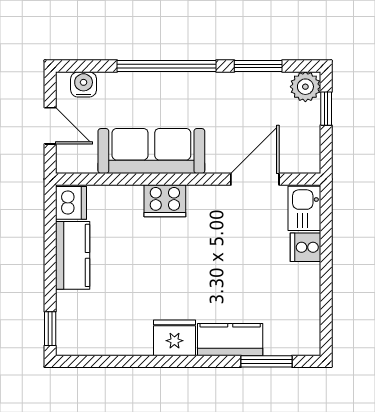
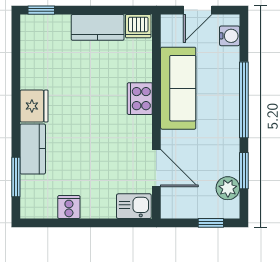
plant: (305, 87) -> (228, 188), moved
cooker: (305, 247) -> (69, 207), moved

